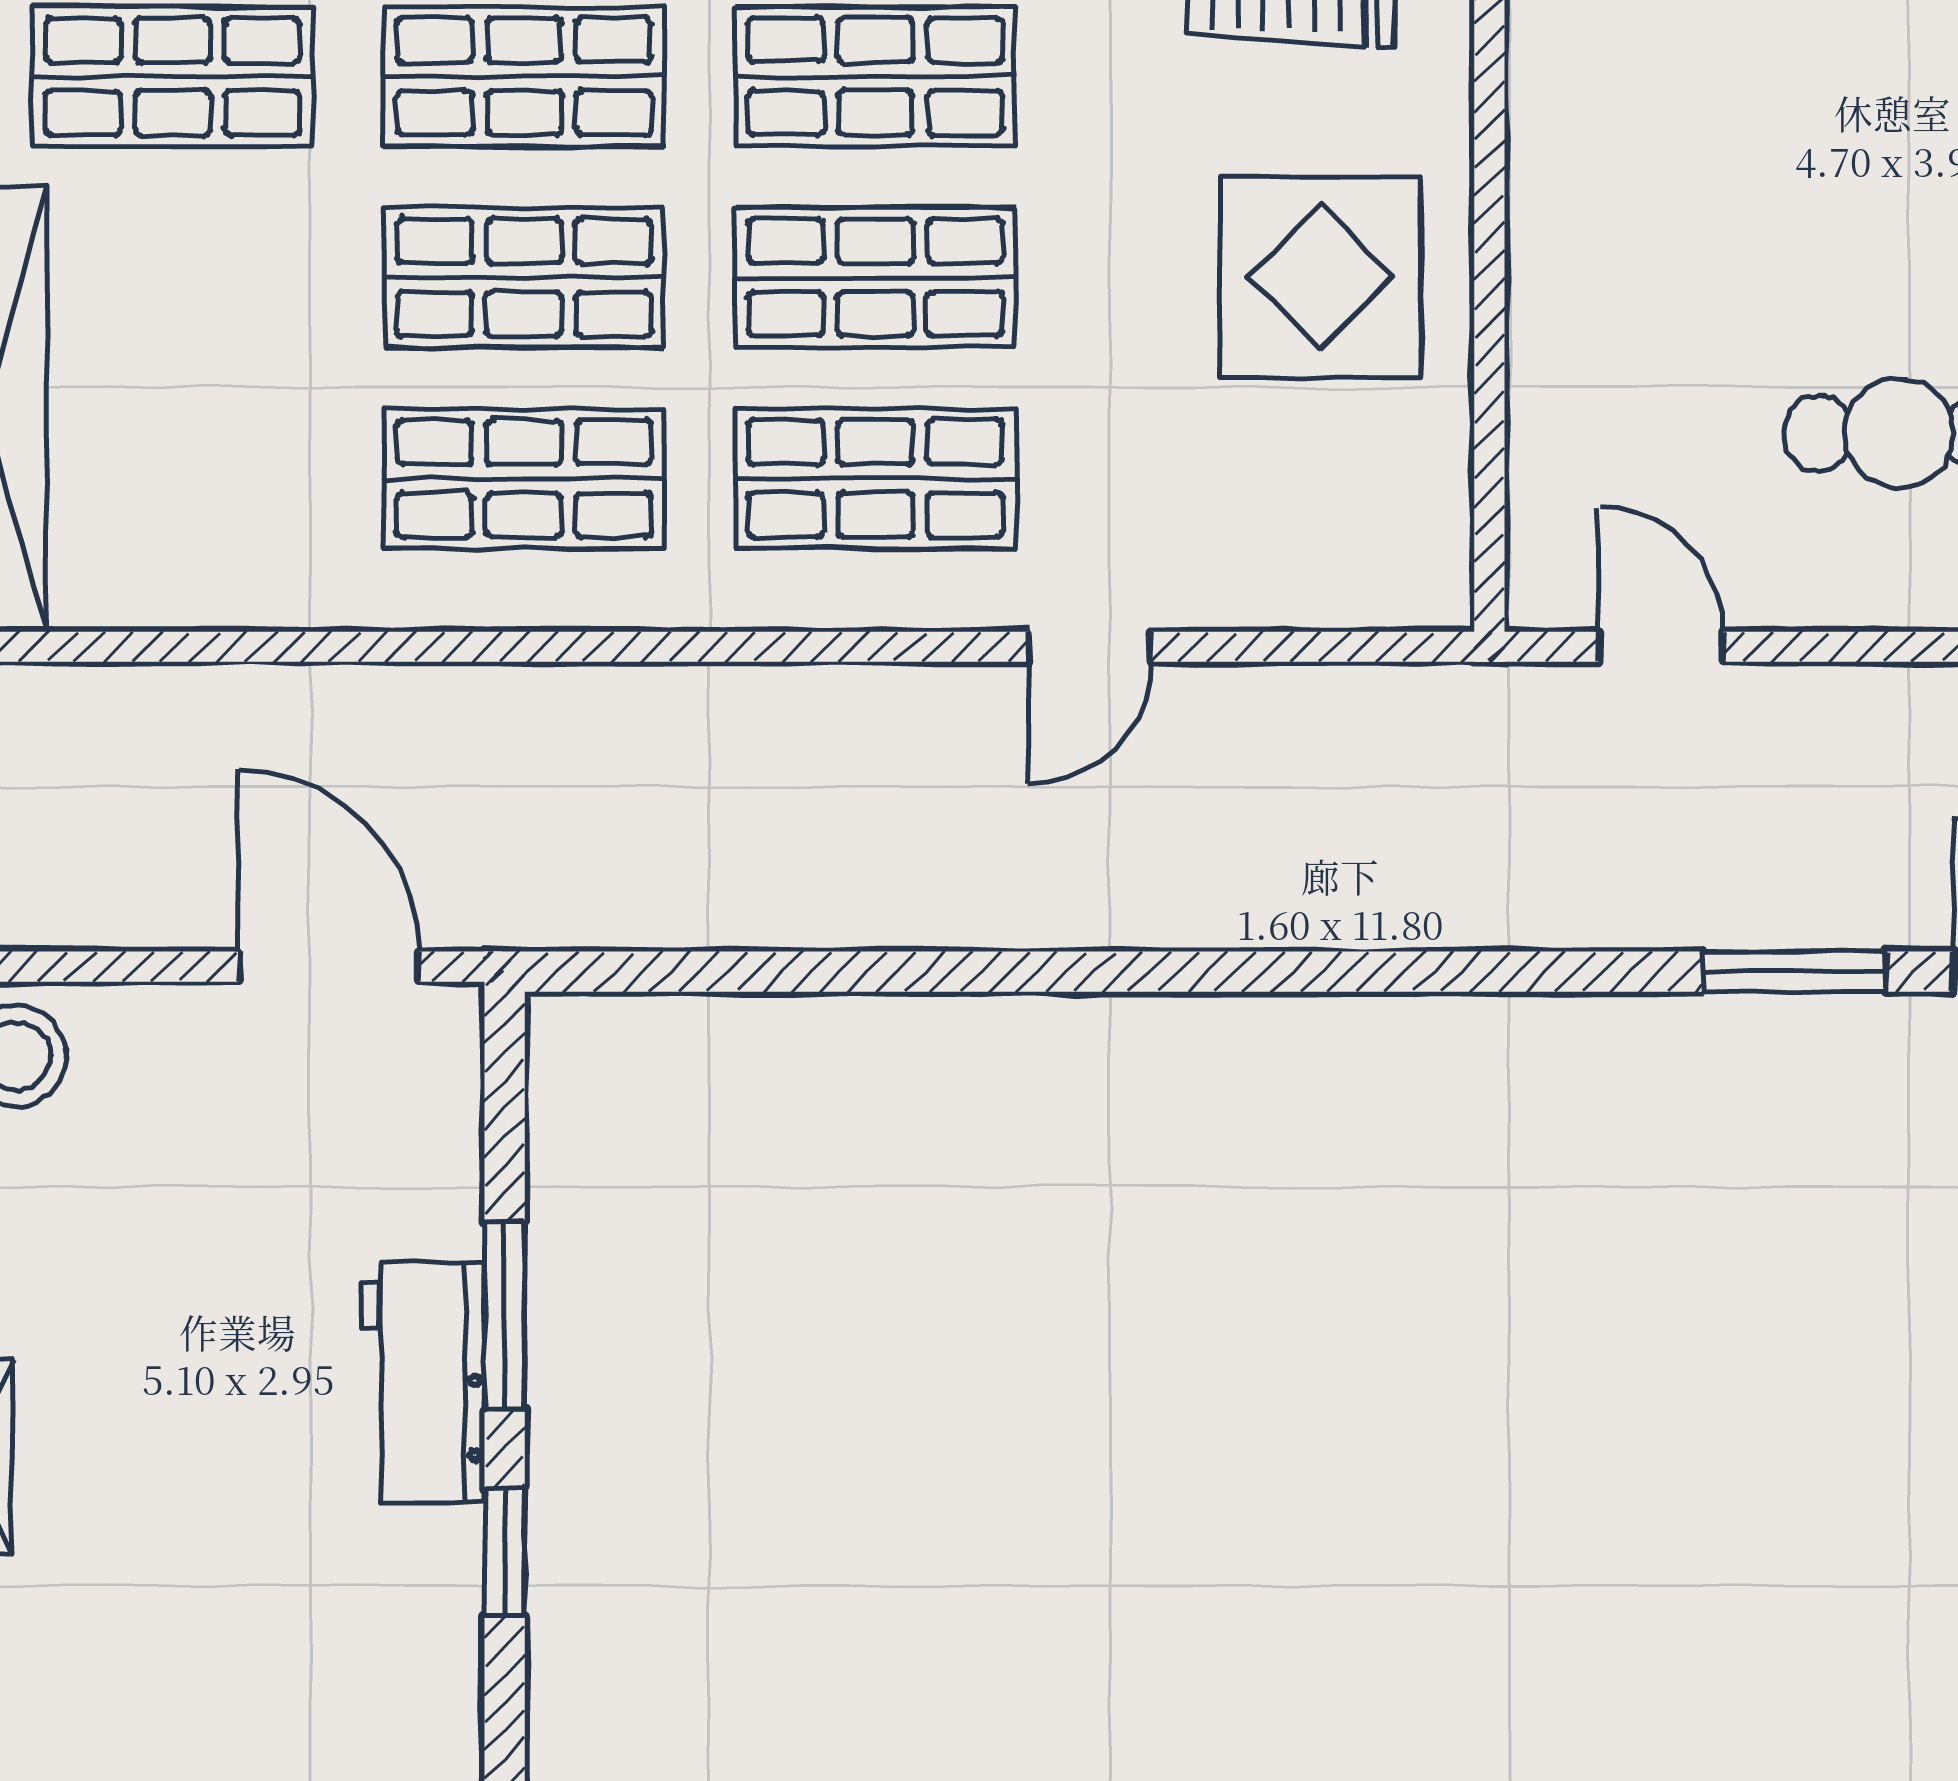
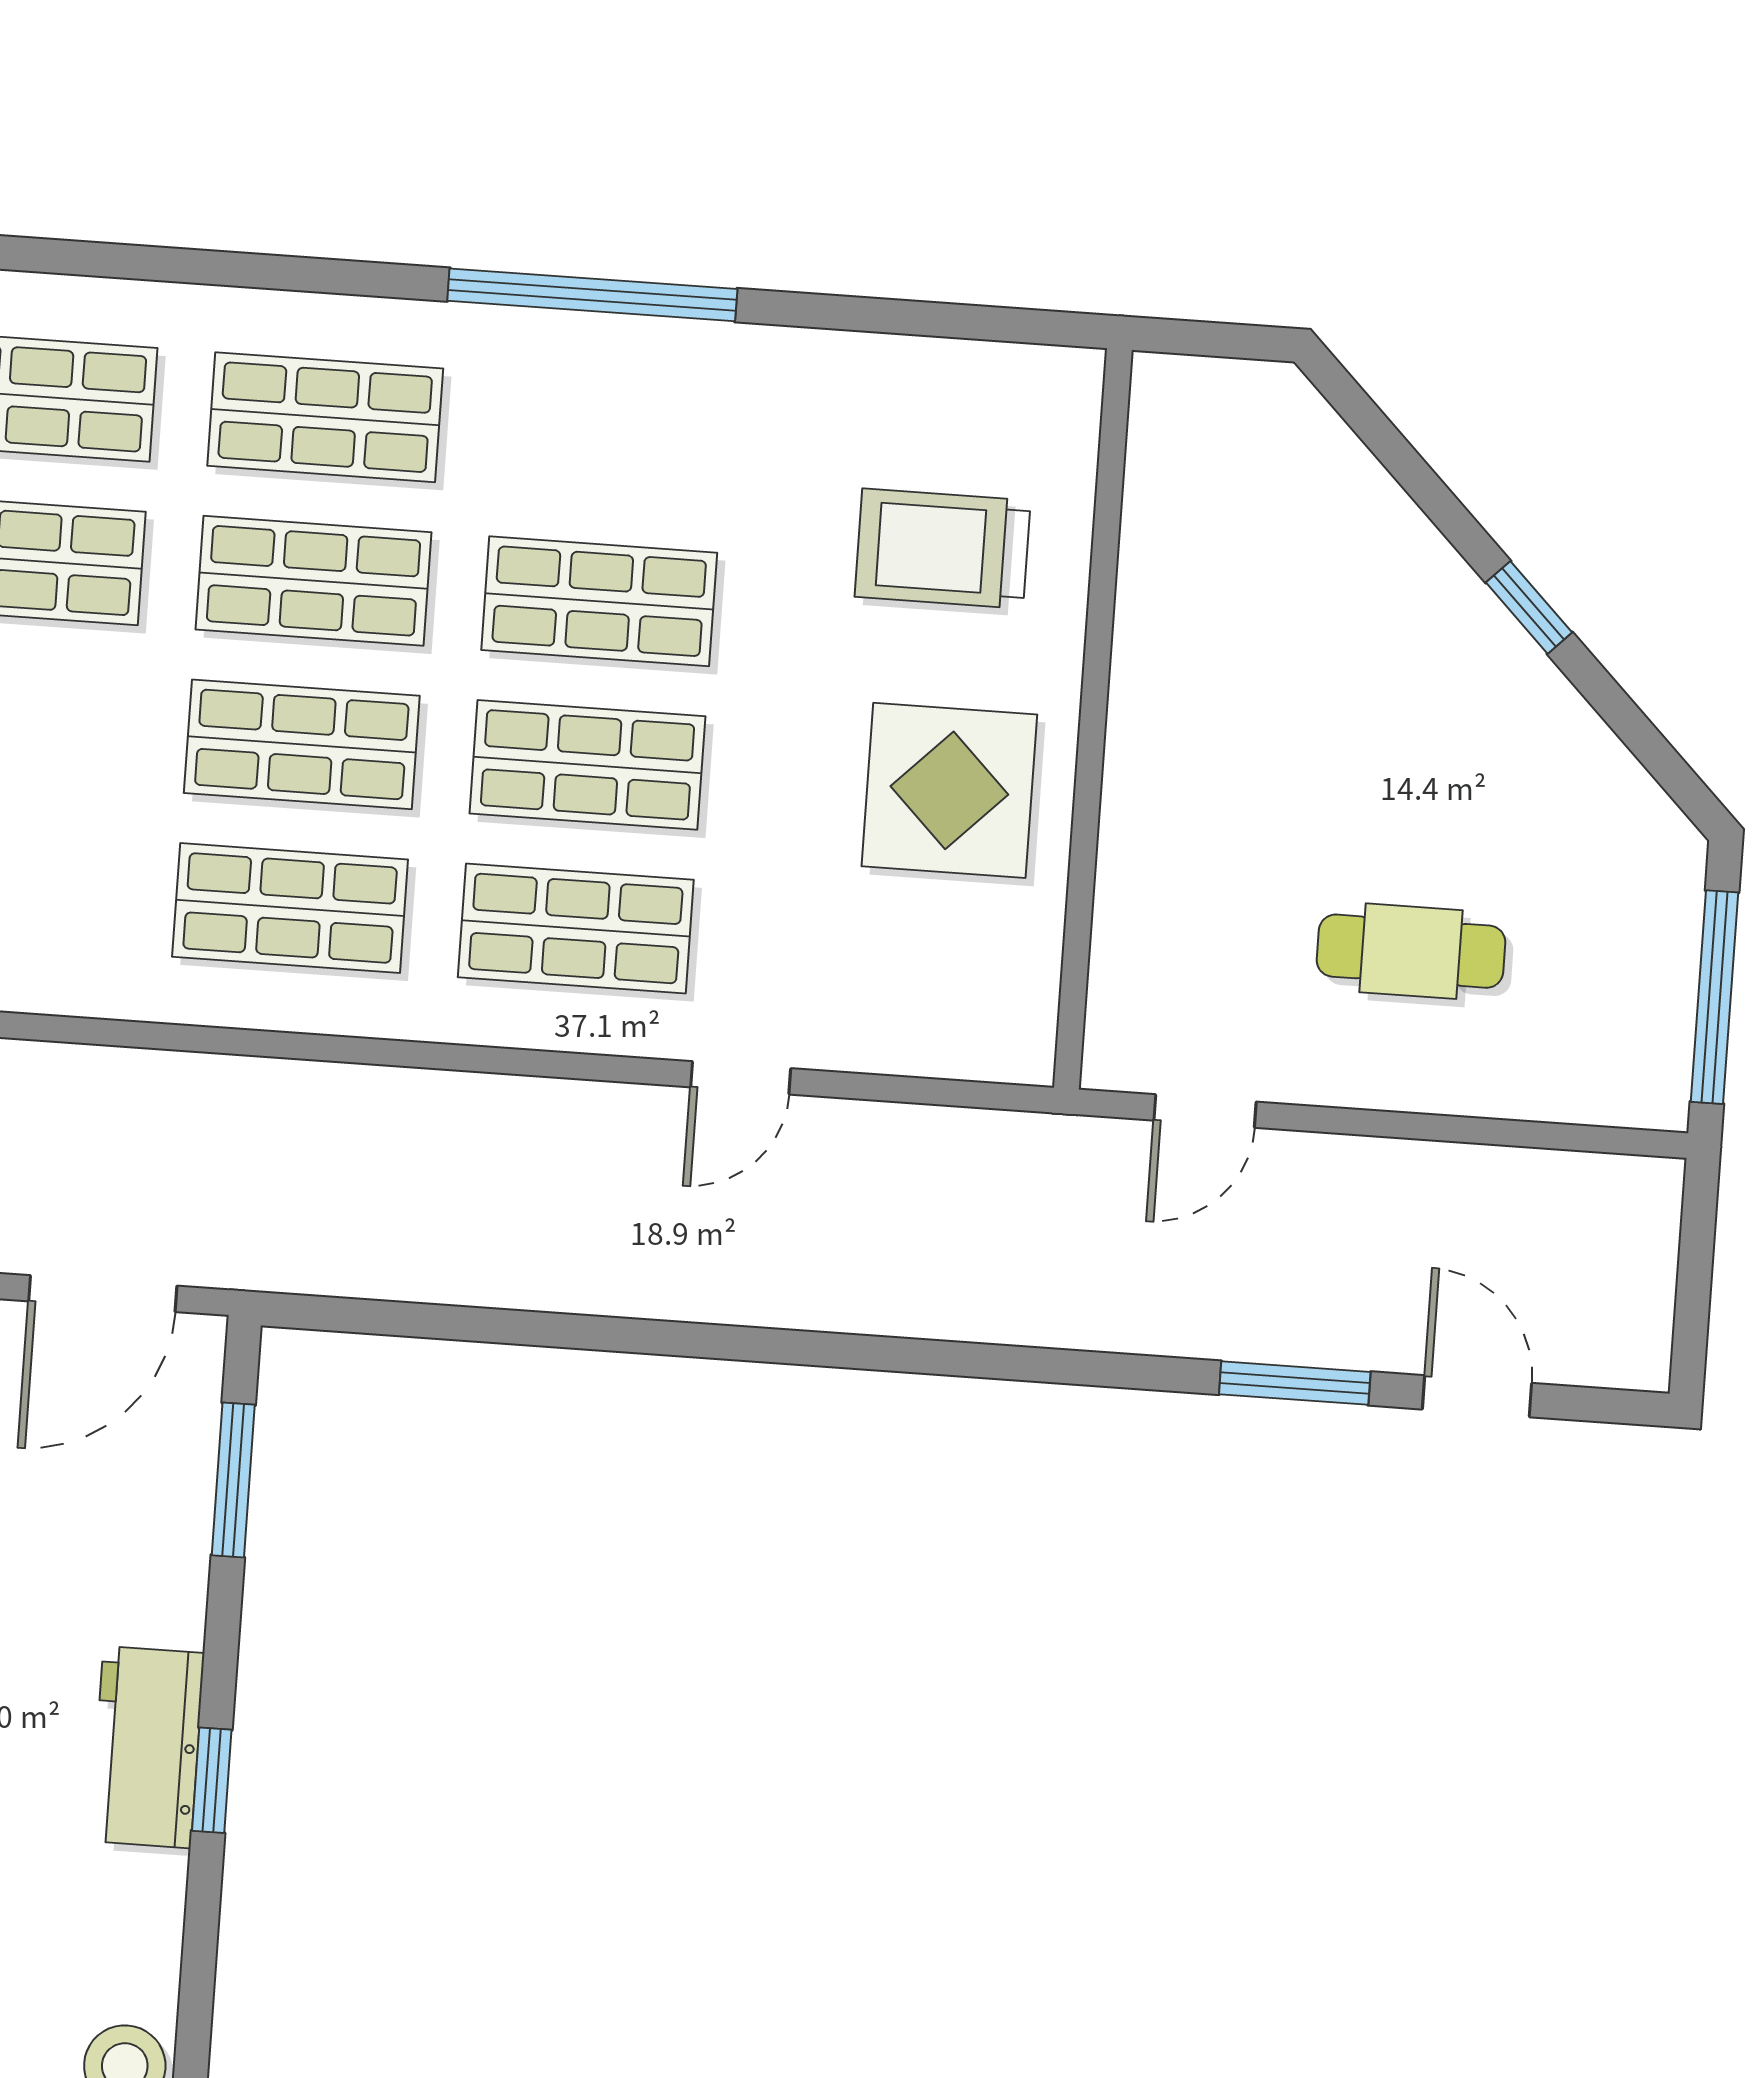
door: (1661, 647) -> (1205, 1111), swing flipped
door: (329, 967) -> (103, 1294), swing flipped
window: (505, 1315) -> (233, 1480), moved
workbench: (423, 1382) -> (147, 1747), moved

